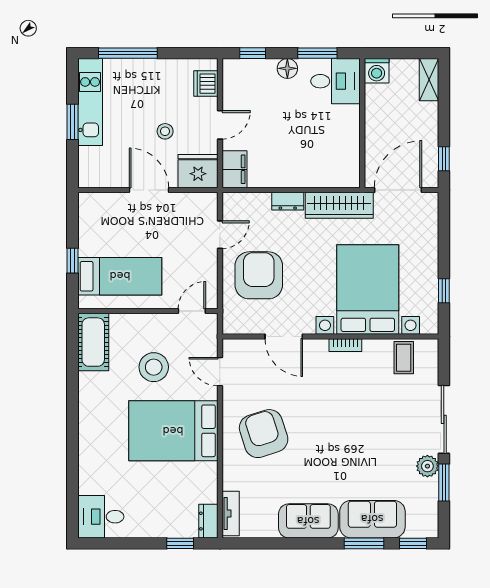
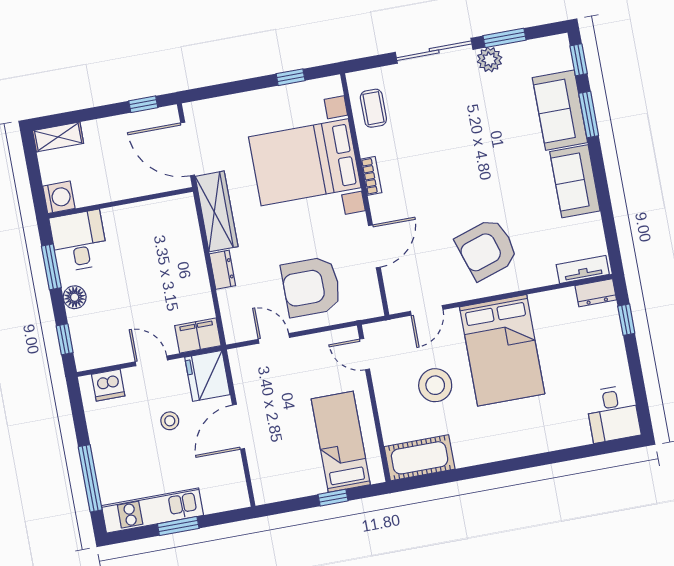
coffee table: (404, 358) -> (373, 108), turned 90

